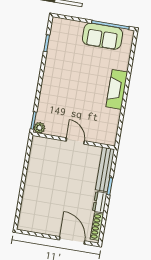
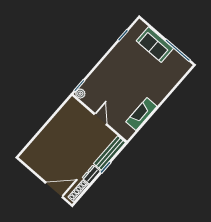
sofa: (102, 36) -> (155, 45), moved
fireplace: (117, 89) -> (141, 114), moved
door: (72, 240) -> (54, 190), hinge flipped

